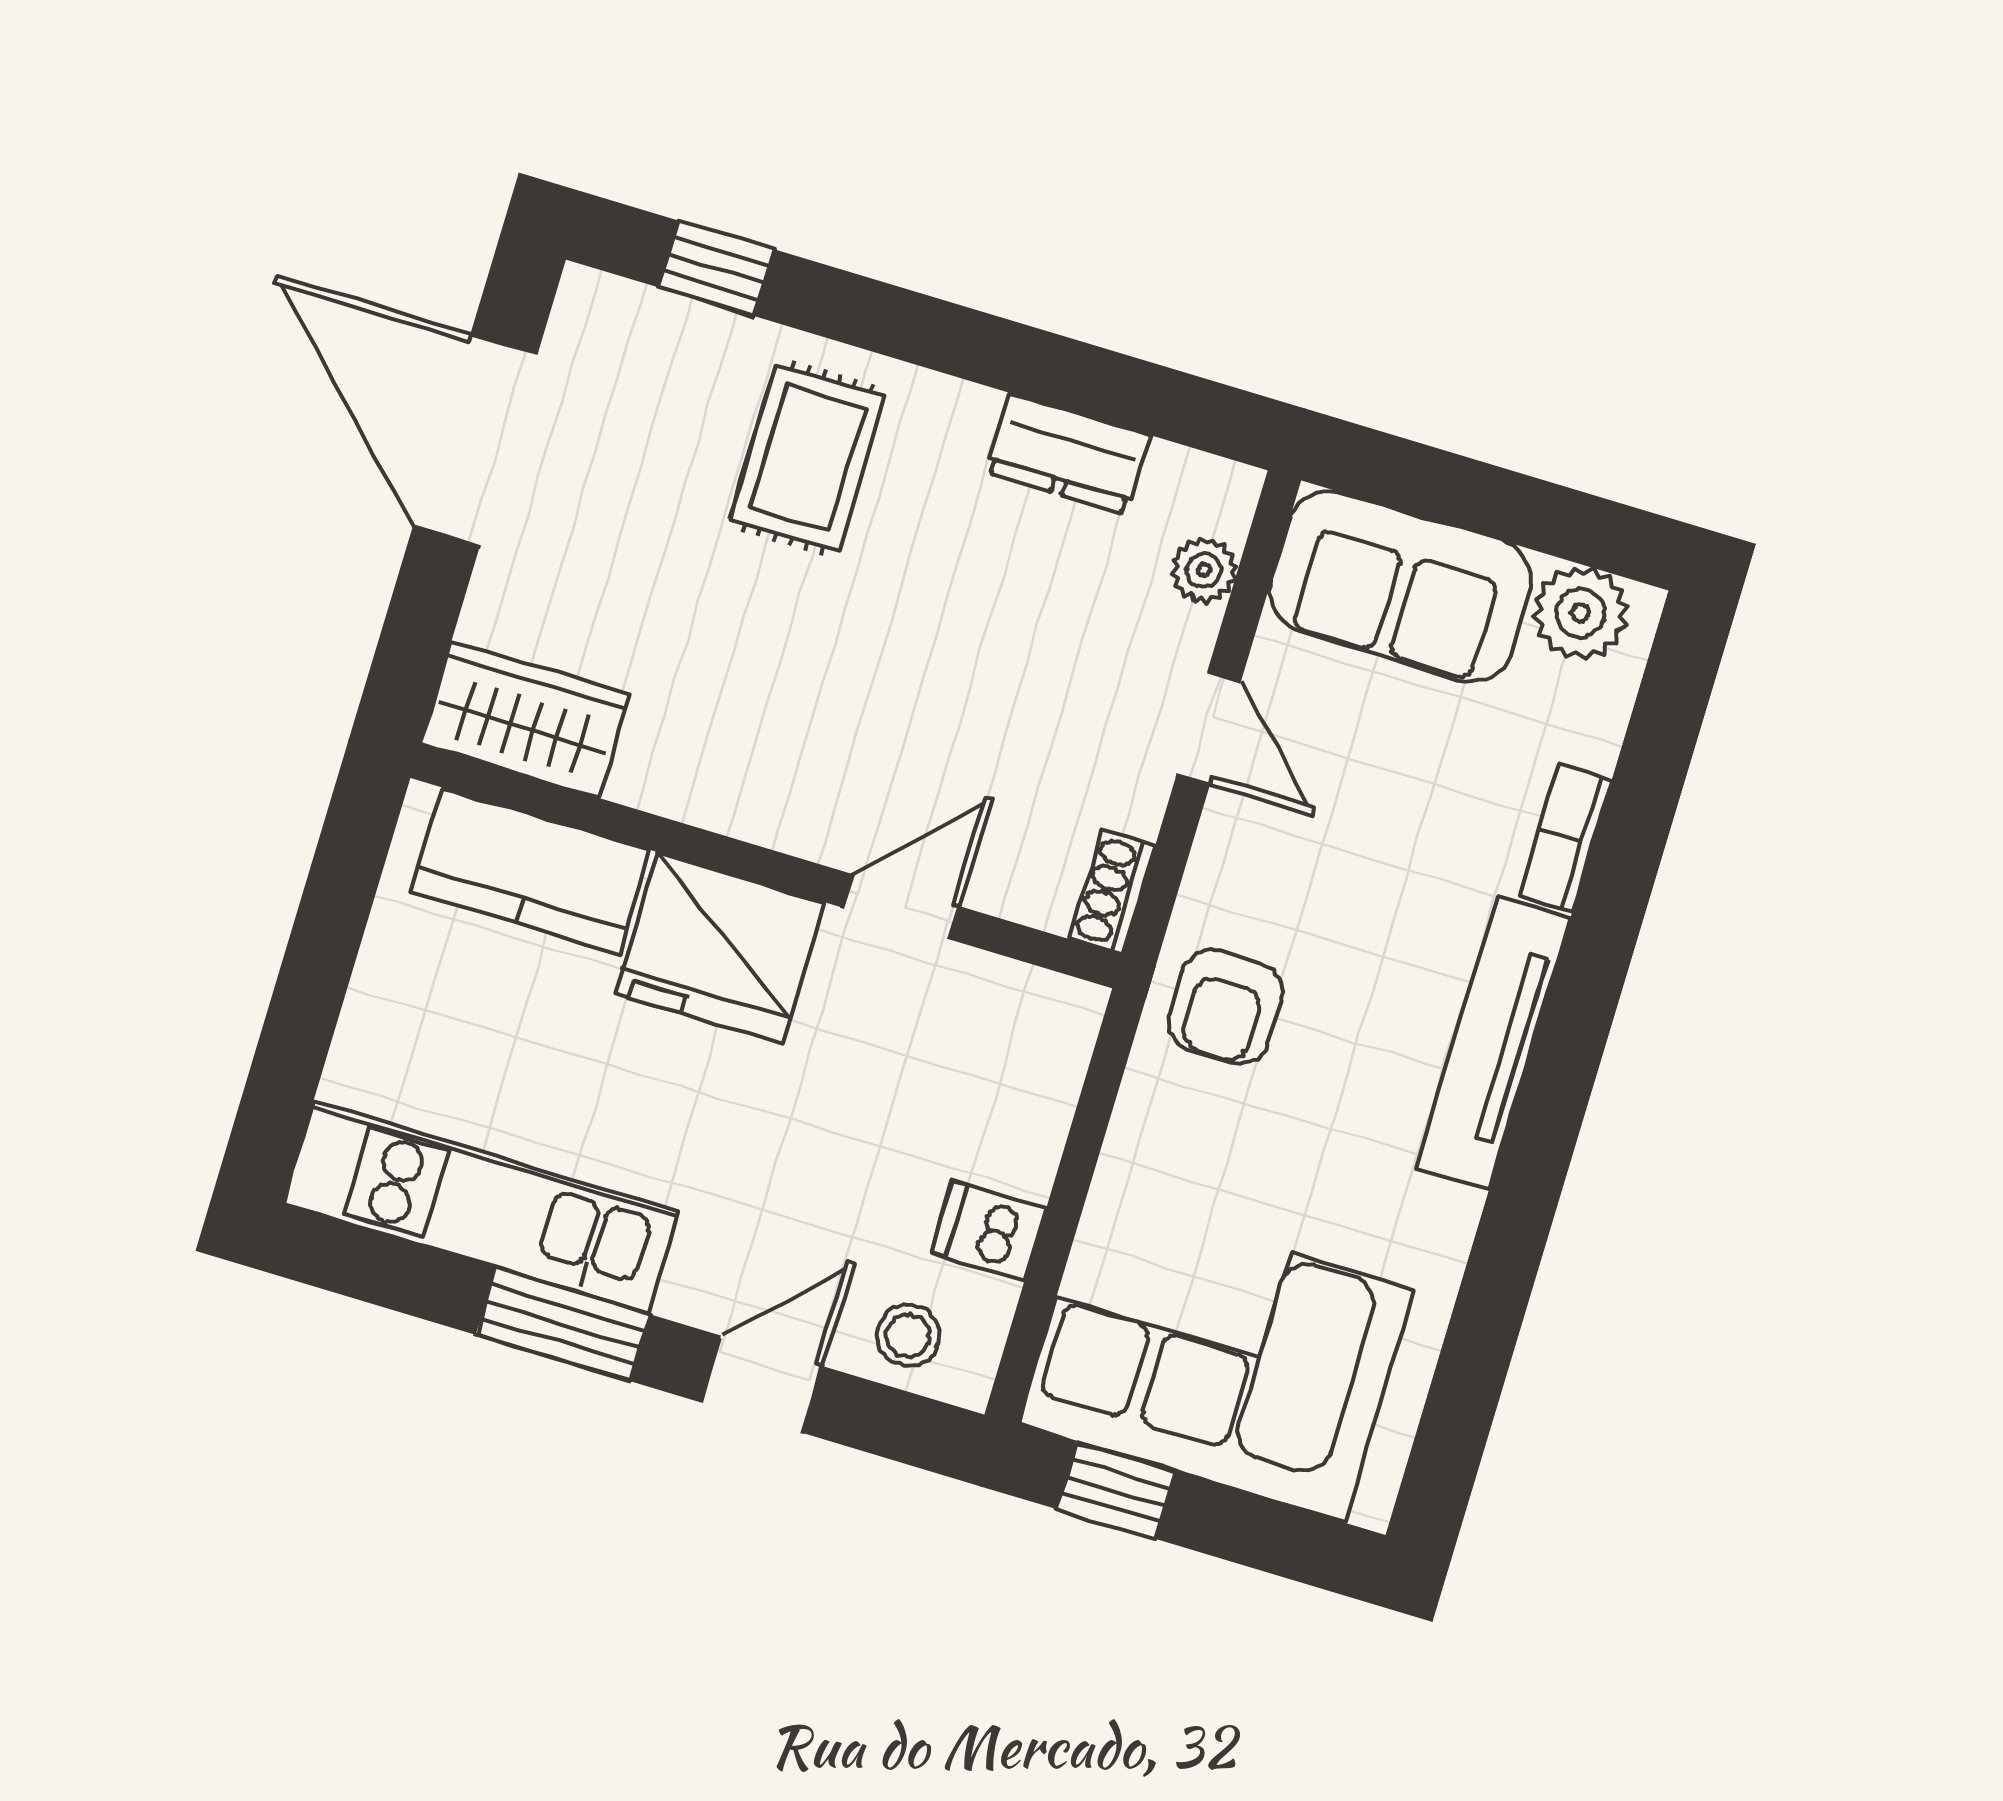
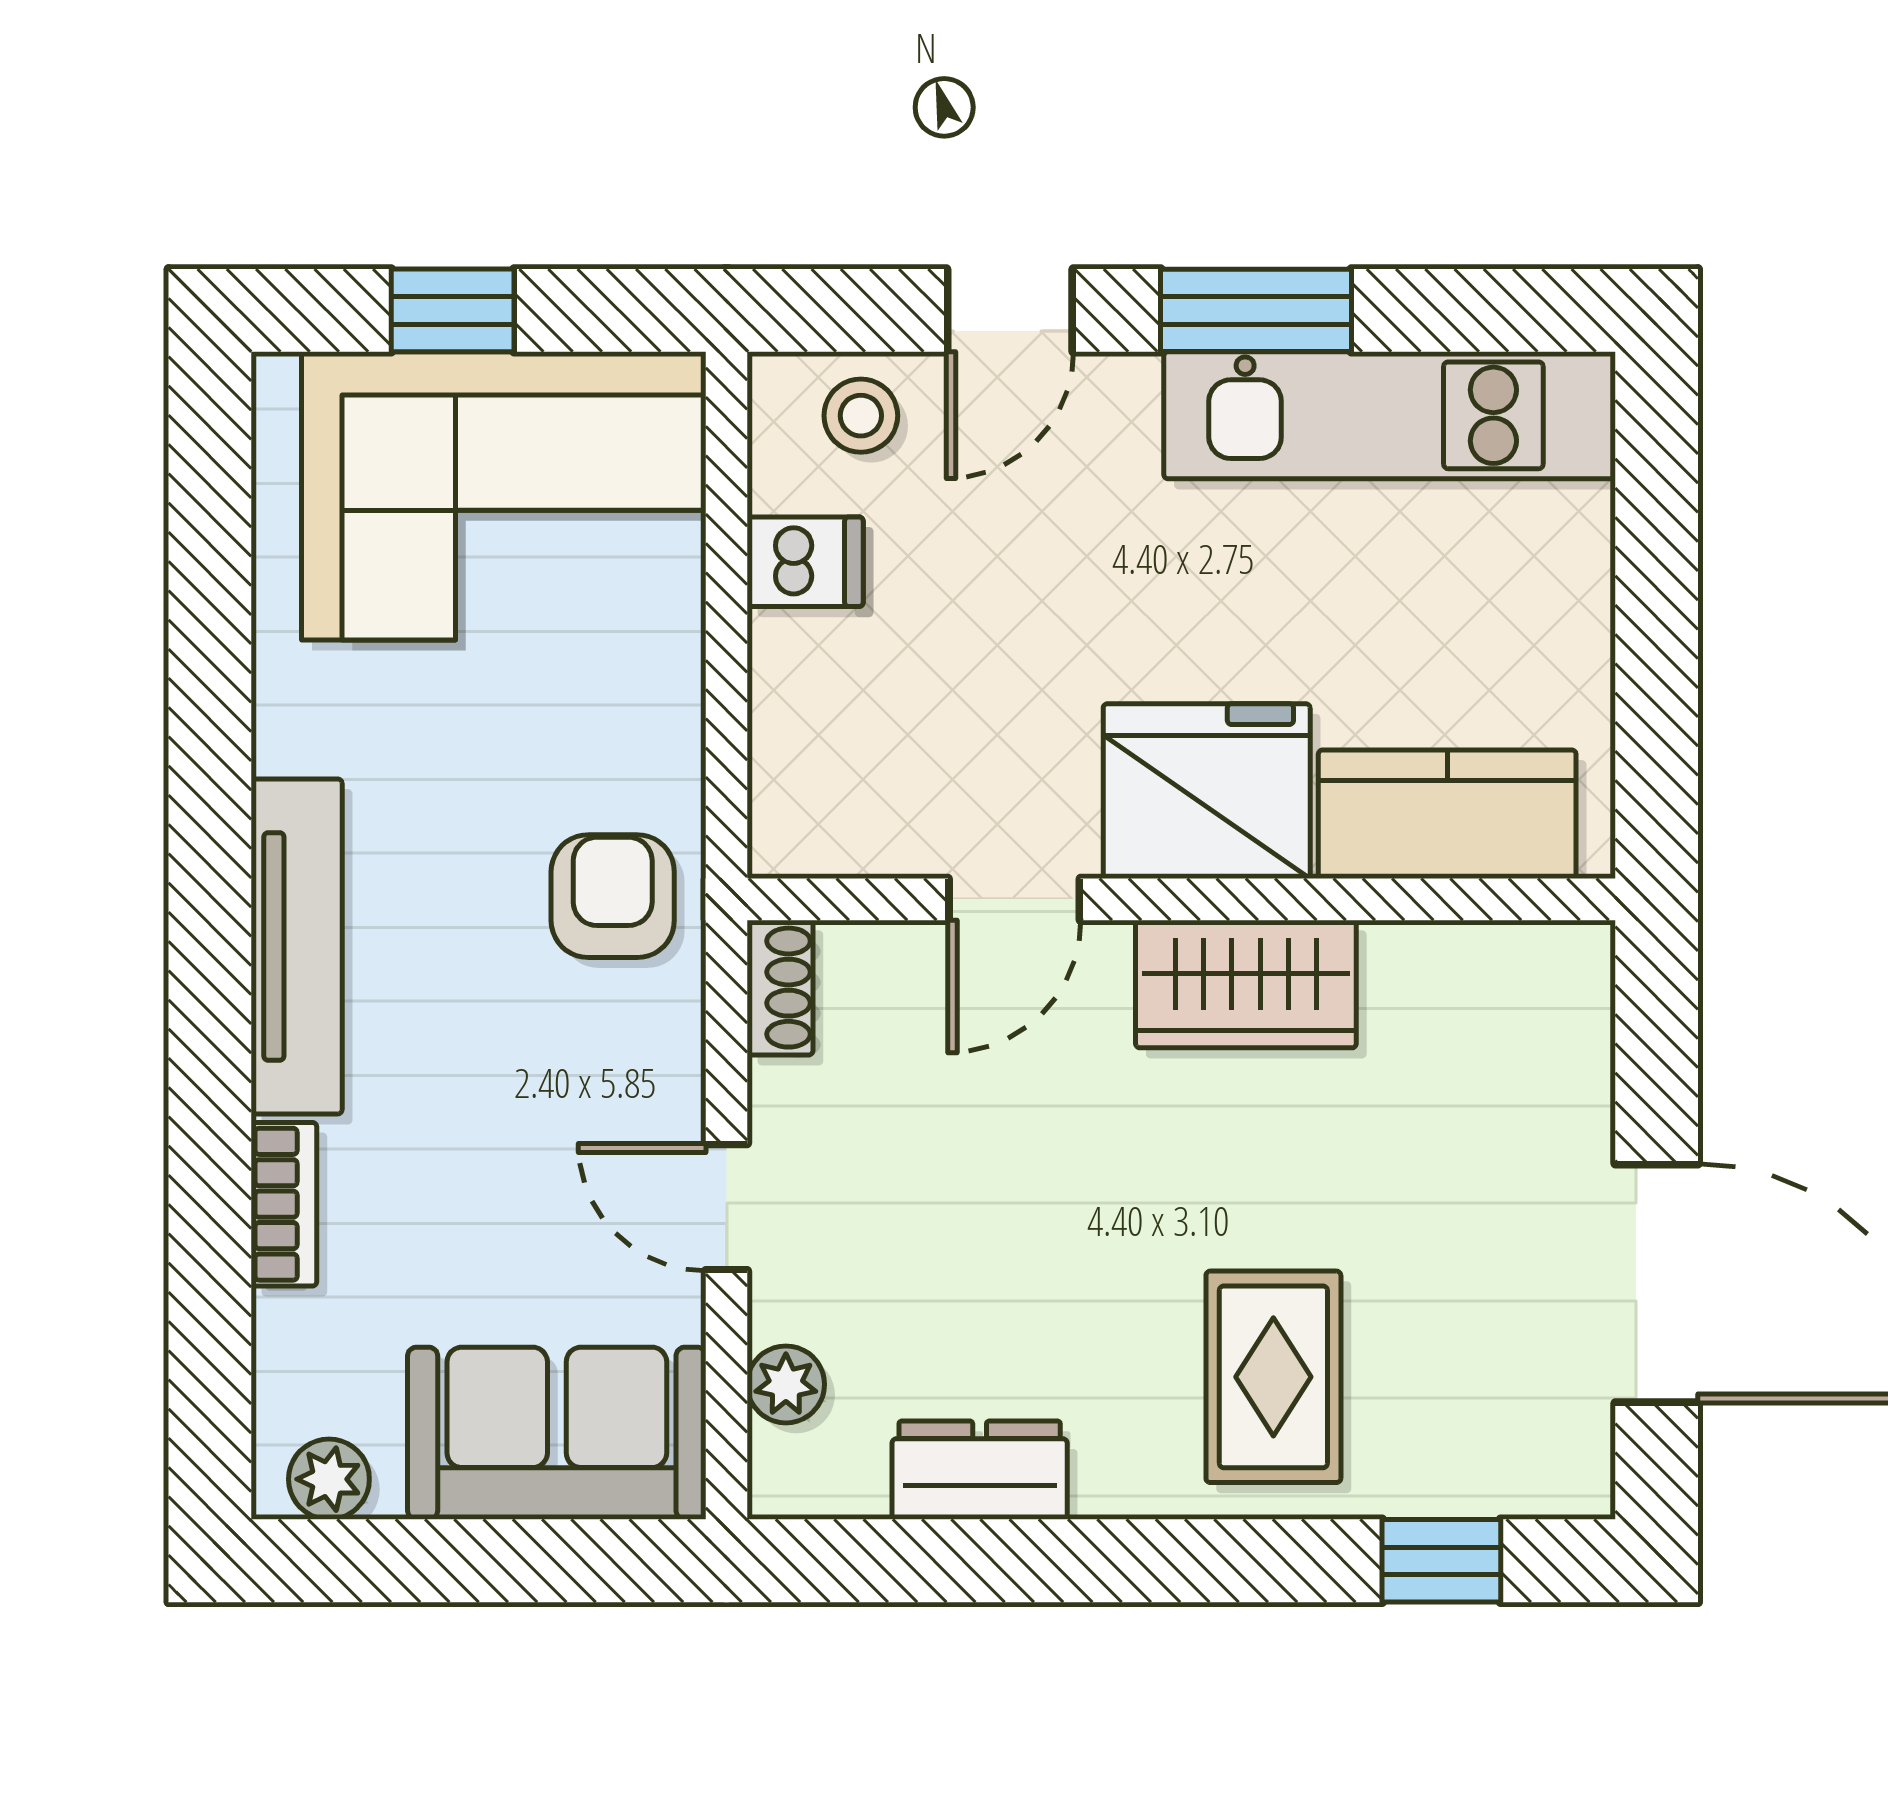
plant: (1580, 613) -> (329, 1479), width x0.73, depth x0.73
wardrobe: (525, 719) -> (1246, 984), moved
window: (1116, 1490) -> (453, 310), moved

